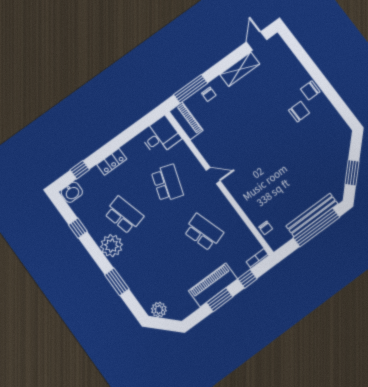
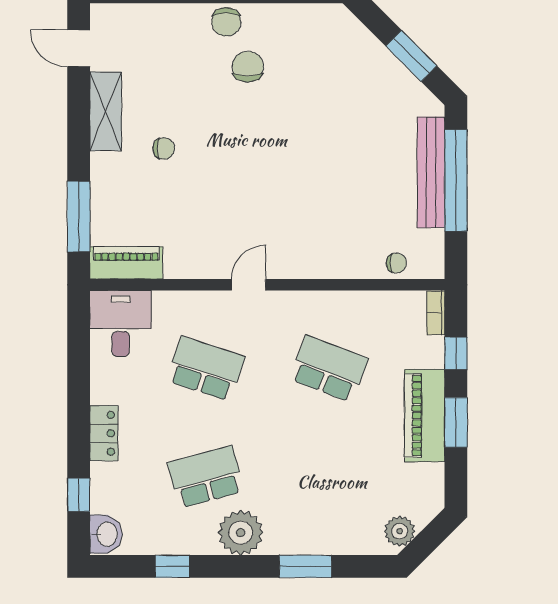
chair: (209, 94) -> (164, 149), moved
school desk: (203, 232) -> (329, 369), turned 39

